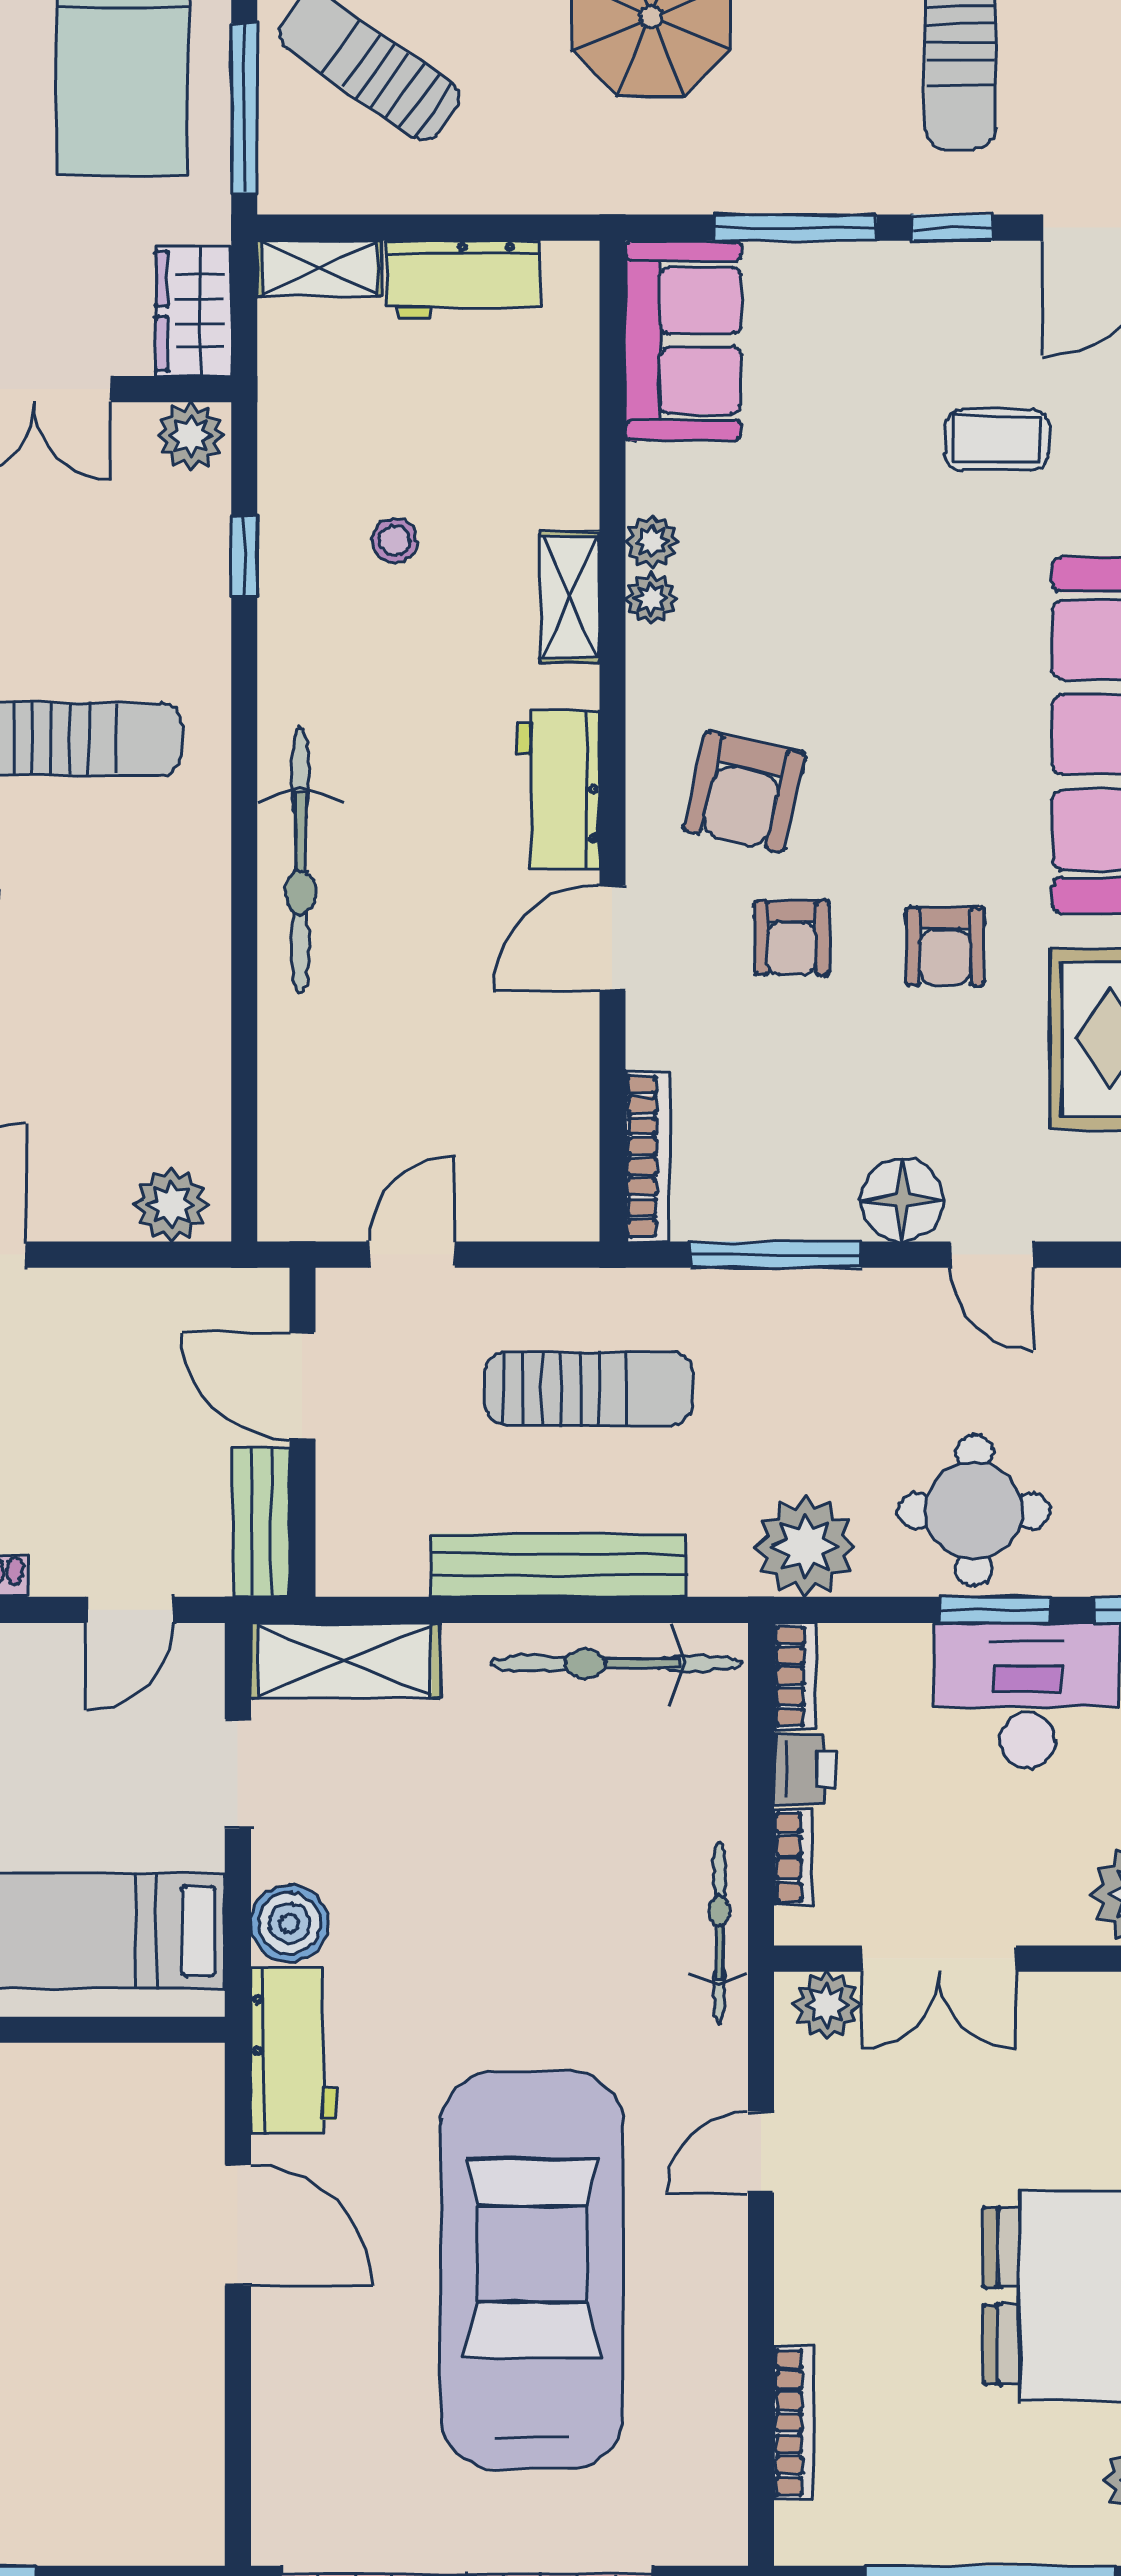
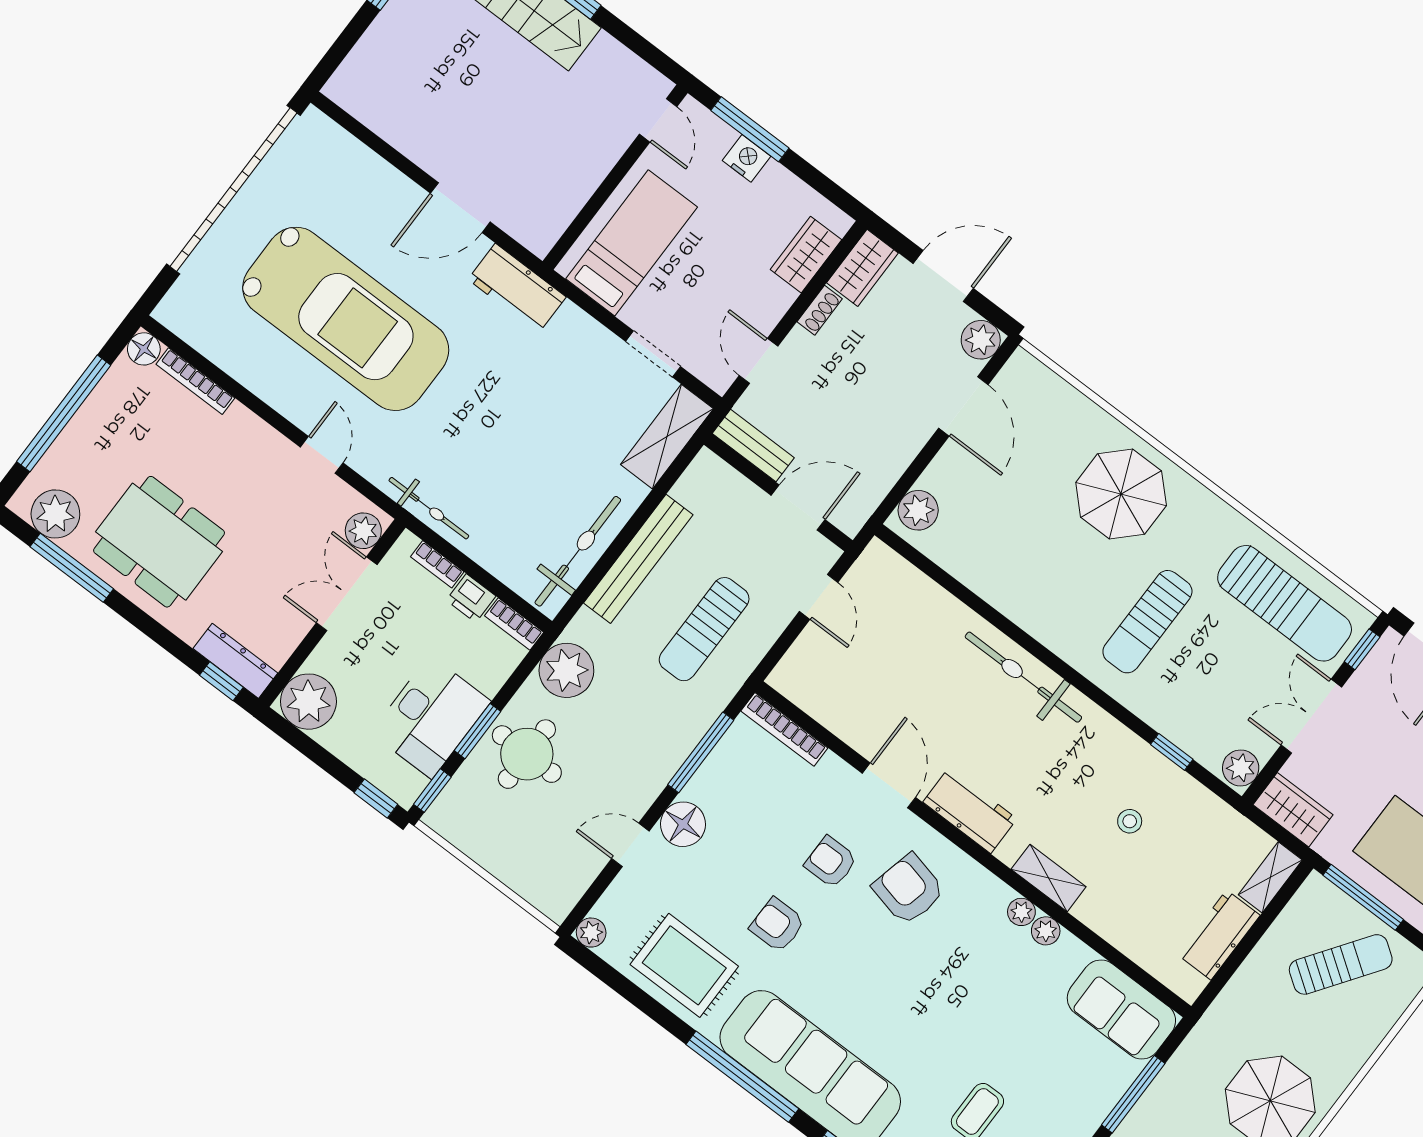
boiler: (289, 1923) -> (572, 327), removed
floor lamp: (804, 2536) -> (144, 349), added

